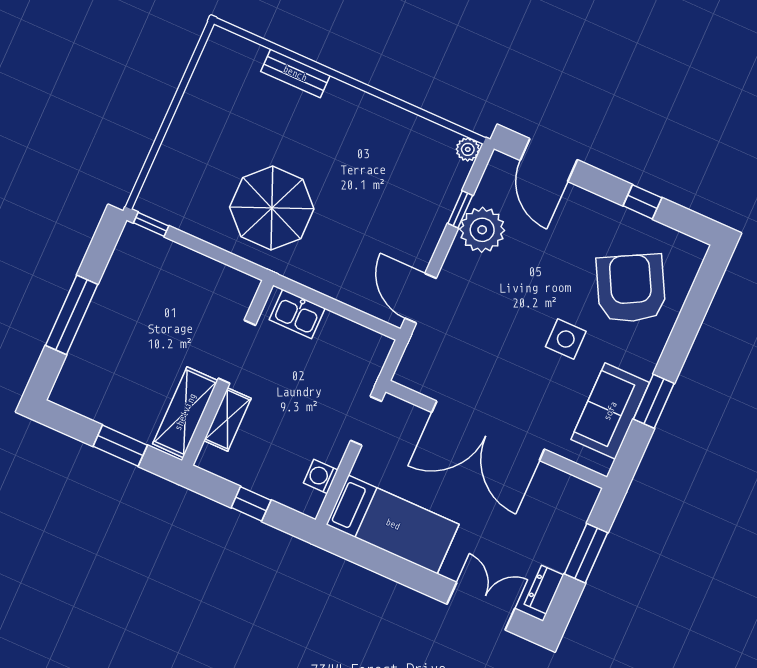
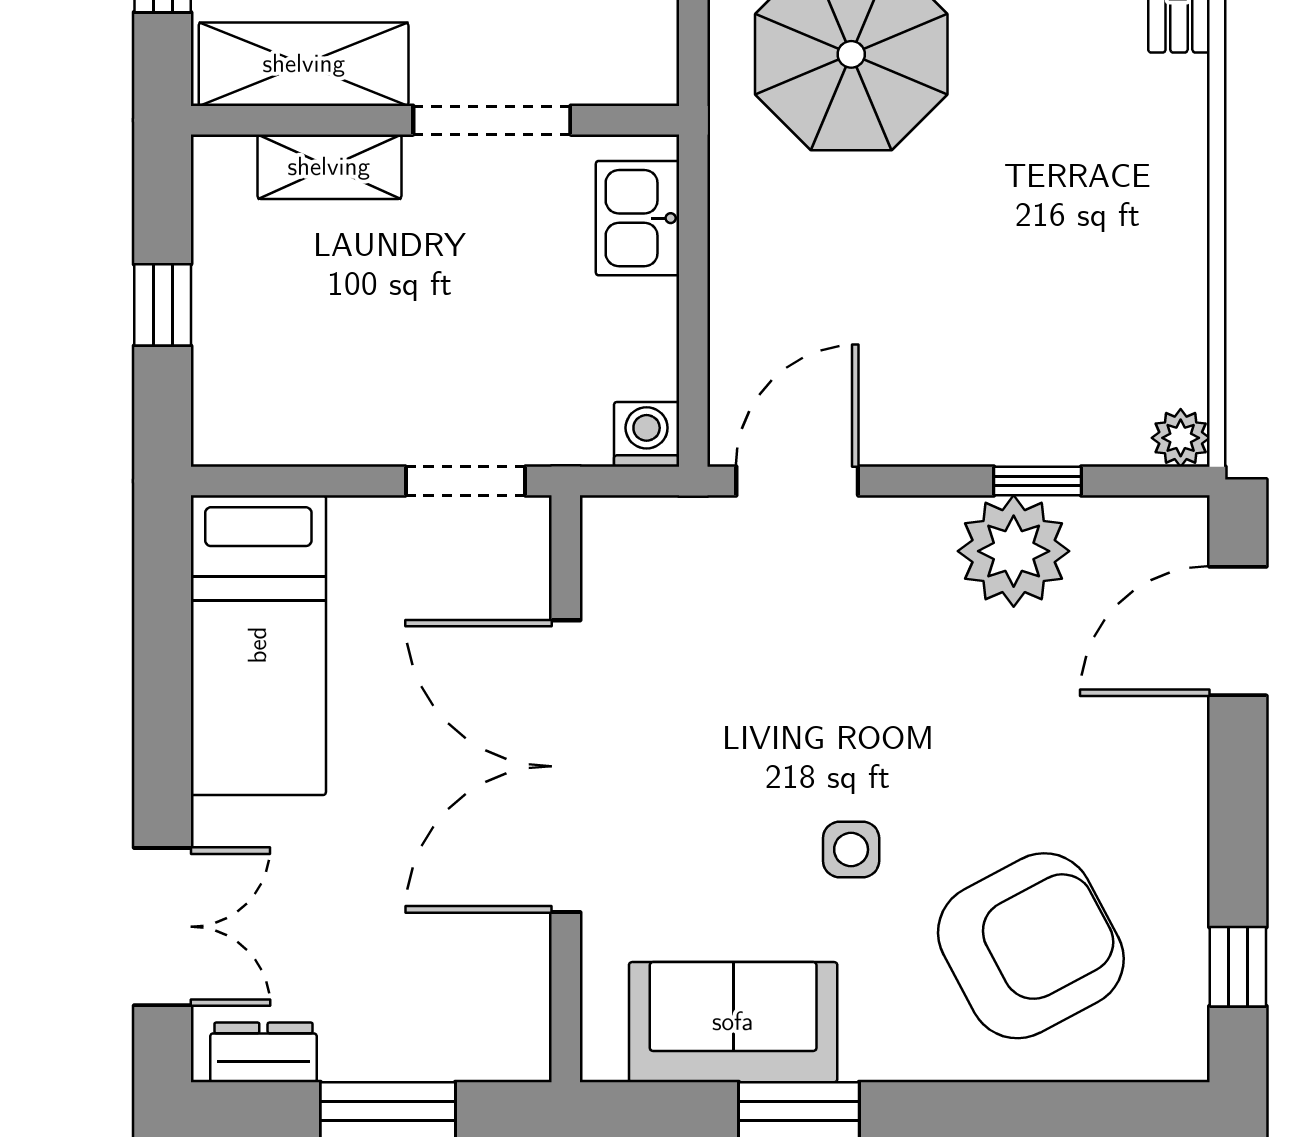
window: (642, 202) -> (1238, 967), moved
side table: (566, 339) -> (851, 850), width x0.73, depth x0.73
washing machine: (321, 476) -> (647, 434), moved

